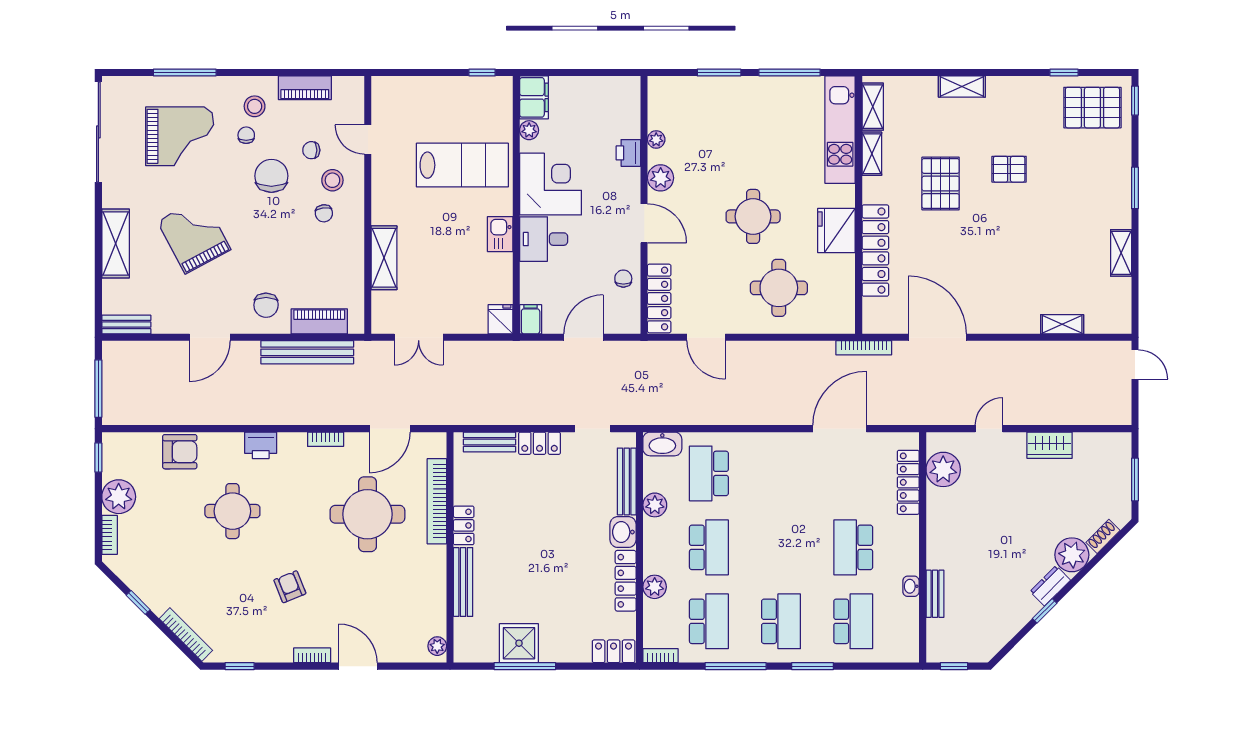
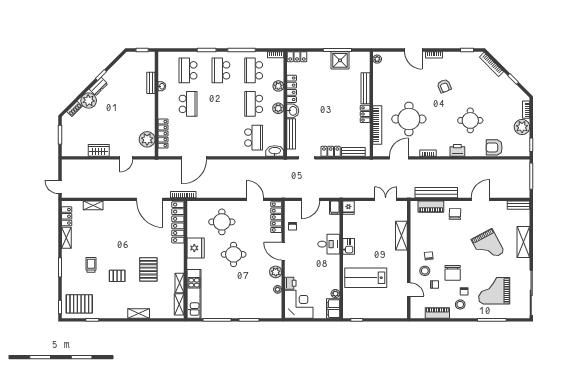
corner desk: (551, 184) -> (299, 304), moved, turned 180
trolley: (1067, 193) -> (91, 265), added
locker: (875, 251) -> (178, 222), moved
locker: (1120, 300) -> (67, 216), added
plant: (655, 505) -> (278, 108), moved

